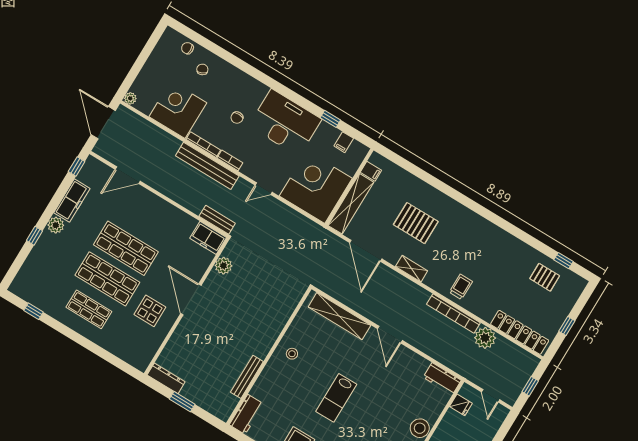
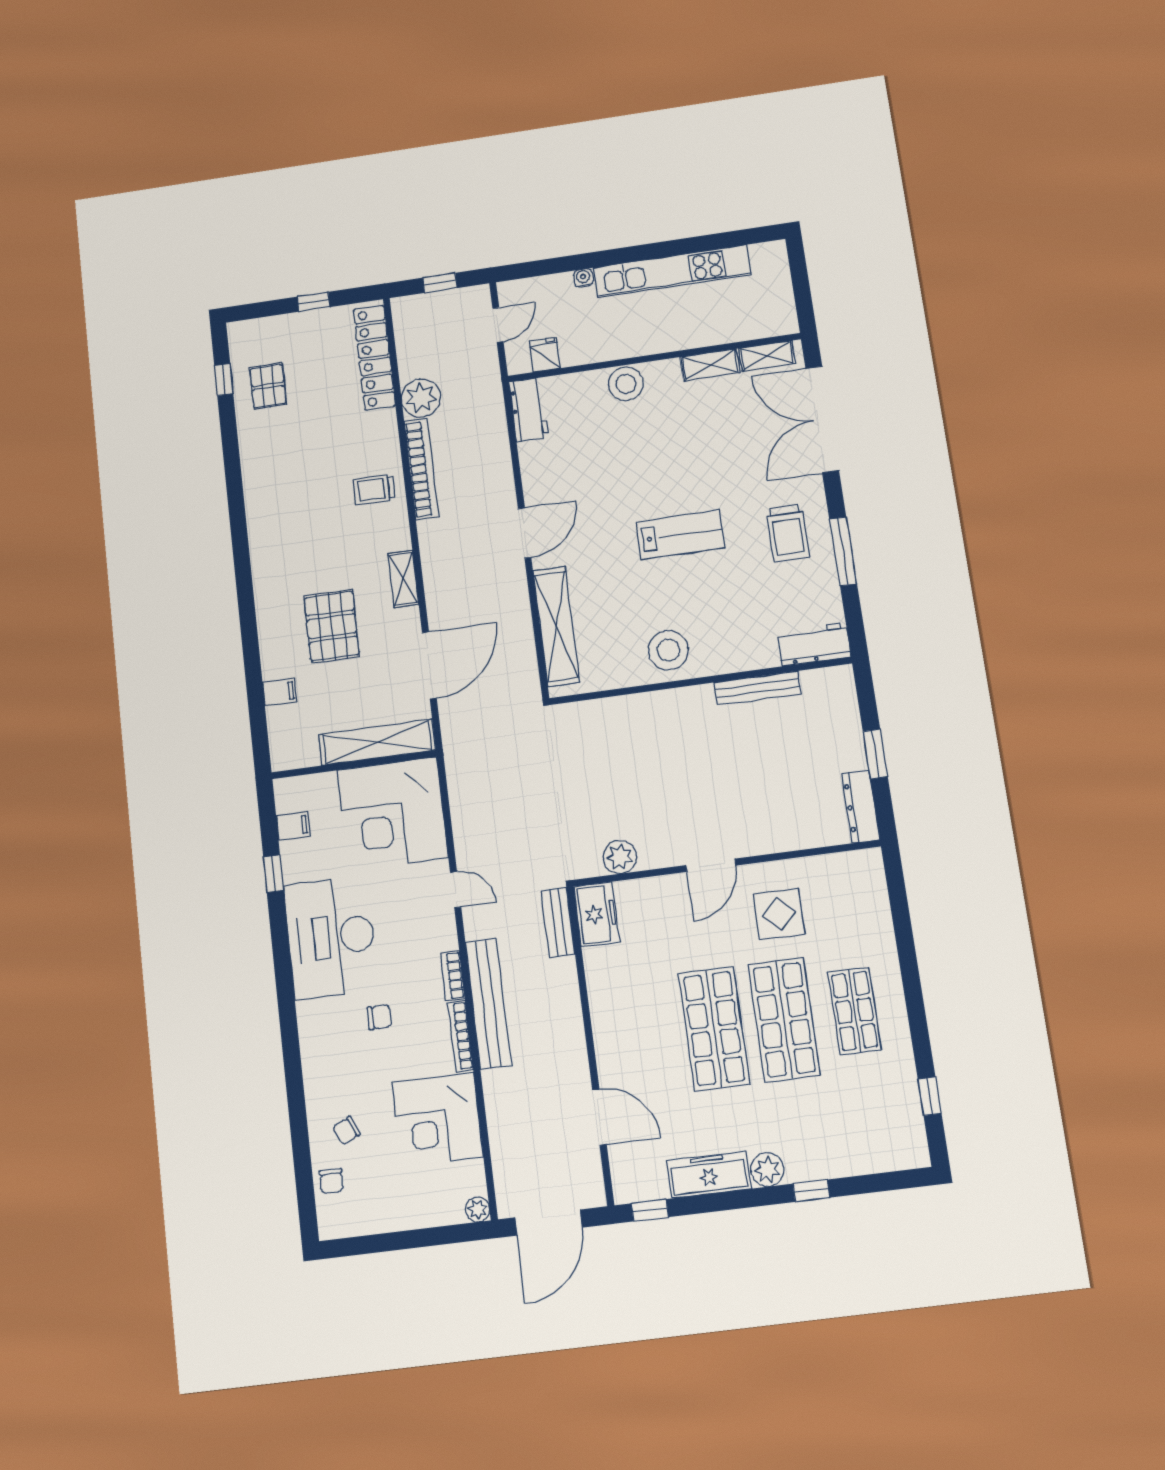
filing cabinet: (371, 171) -> (280, 692), moved, turned 90
door: (191, 299) -> (711, 865), width x0.73
stool: (292, 354) -> (668, 650), width x1.89, depth x1.89

